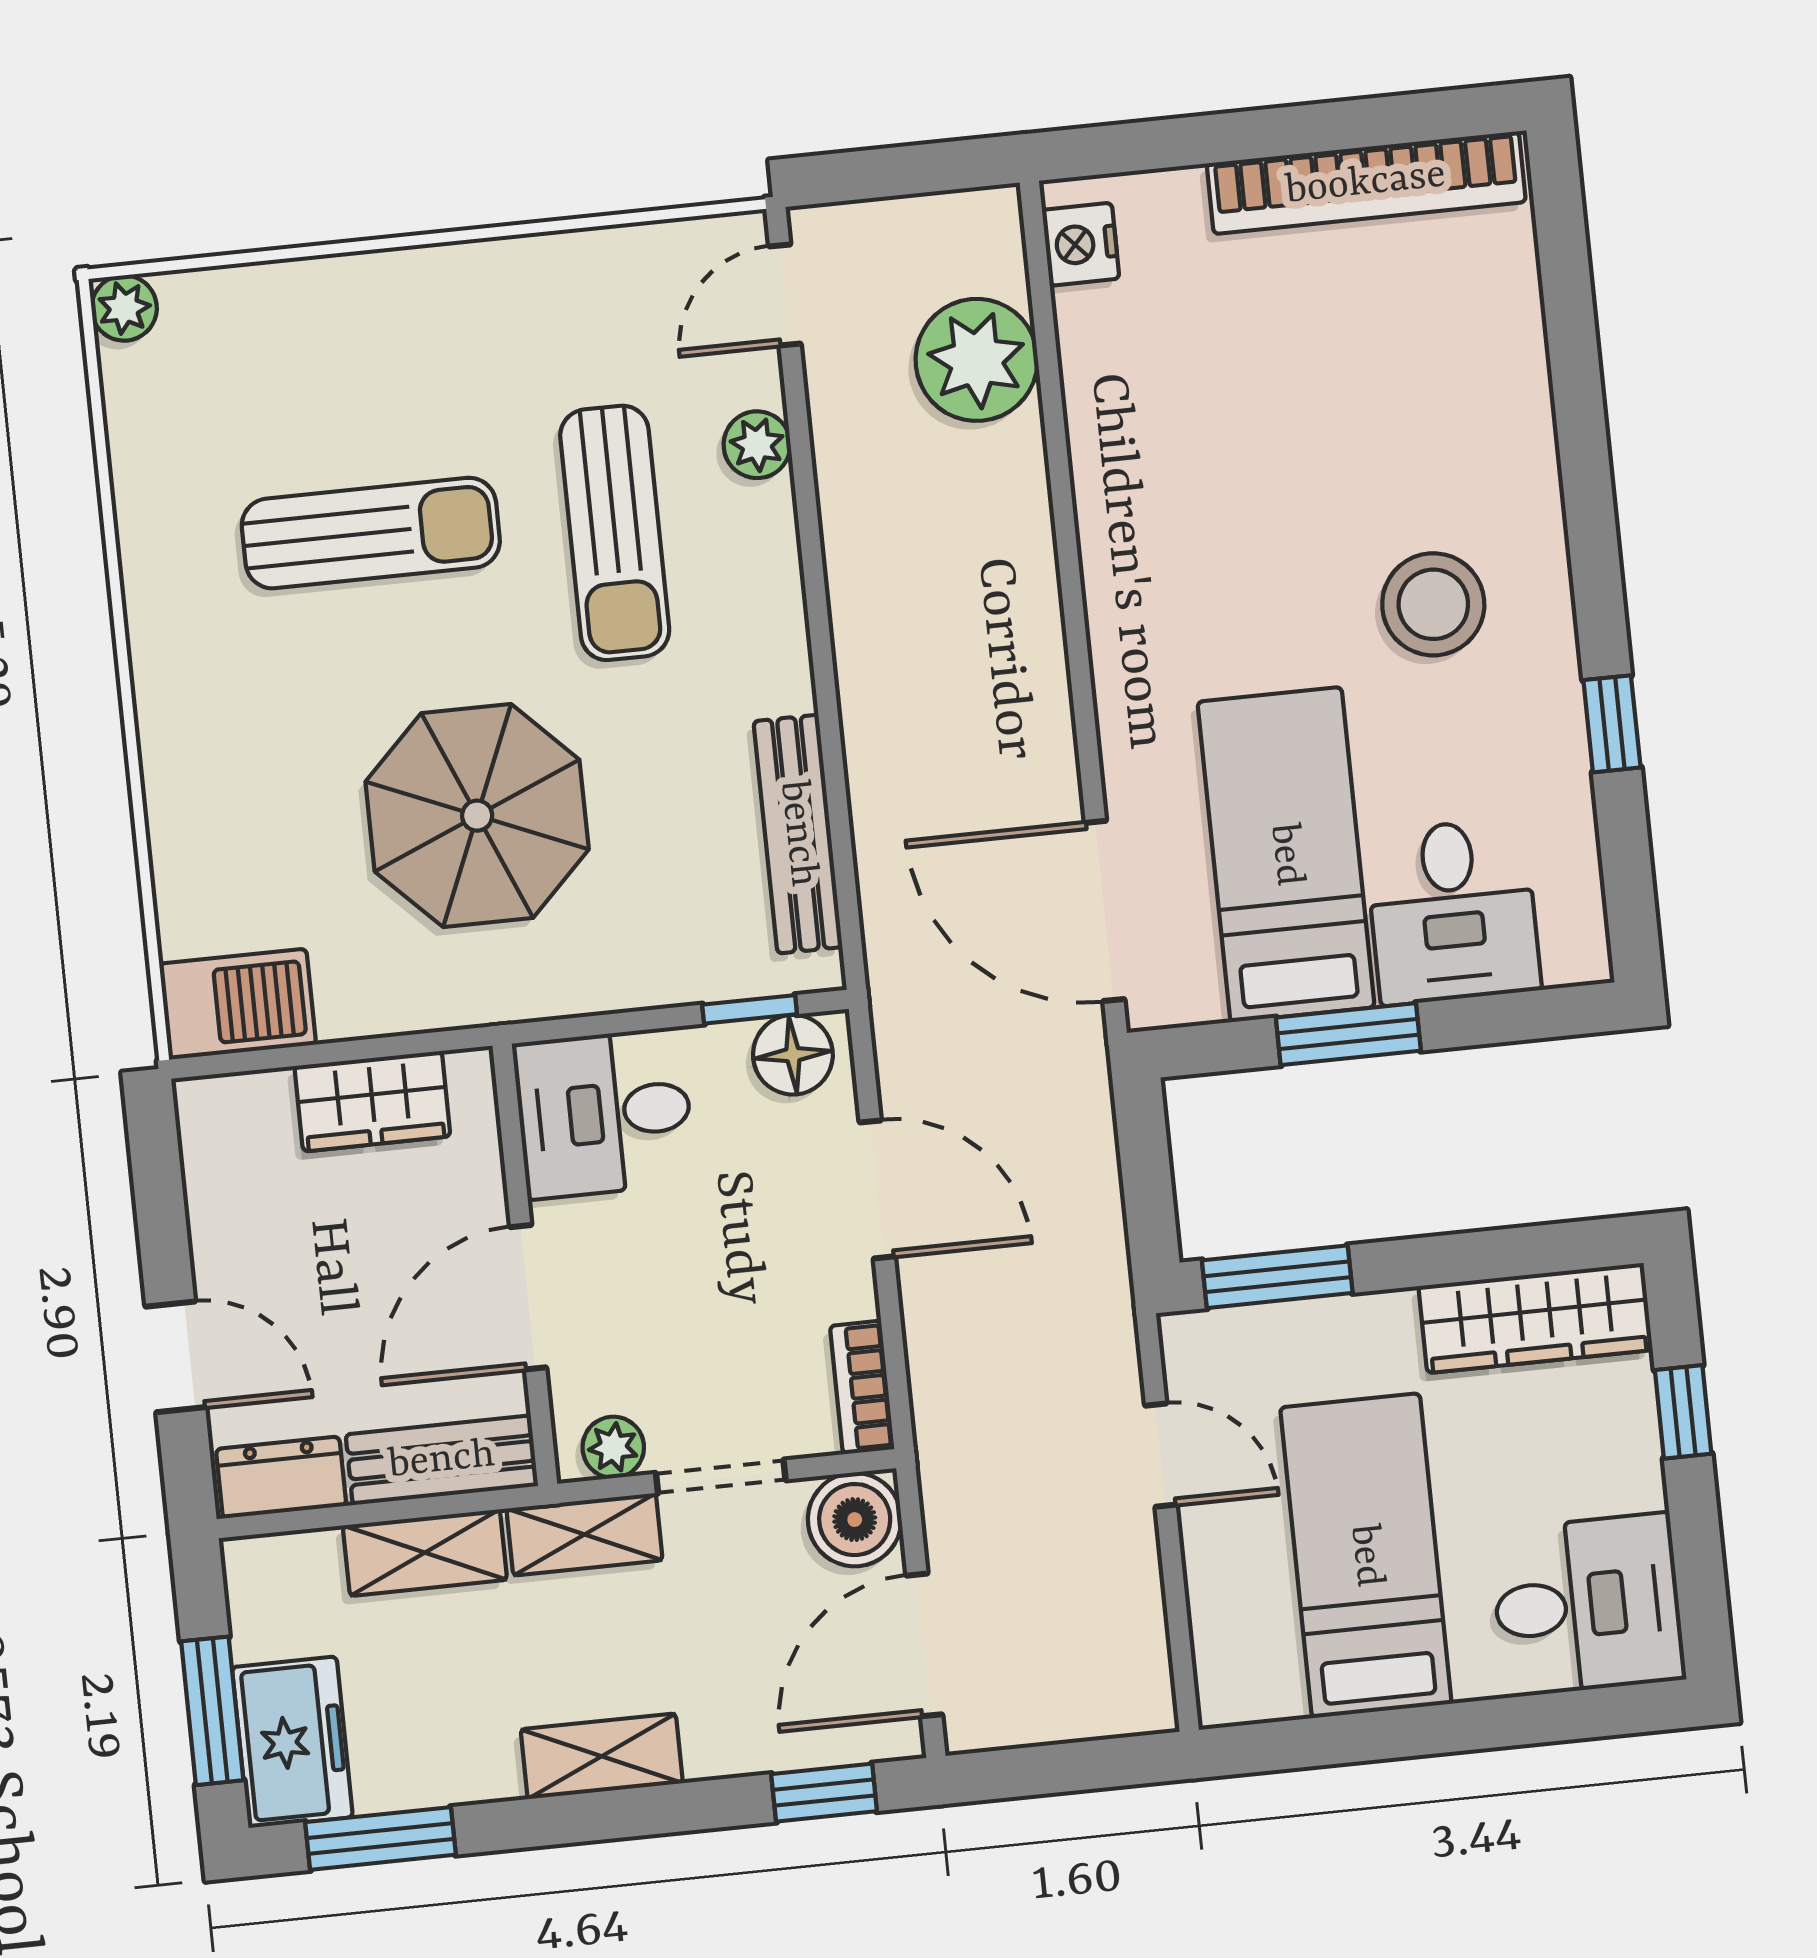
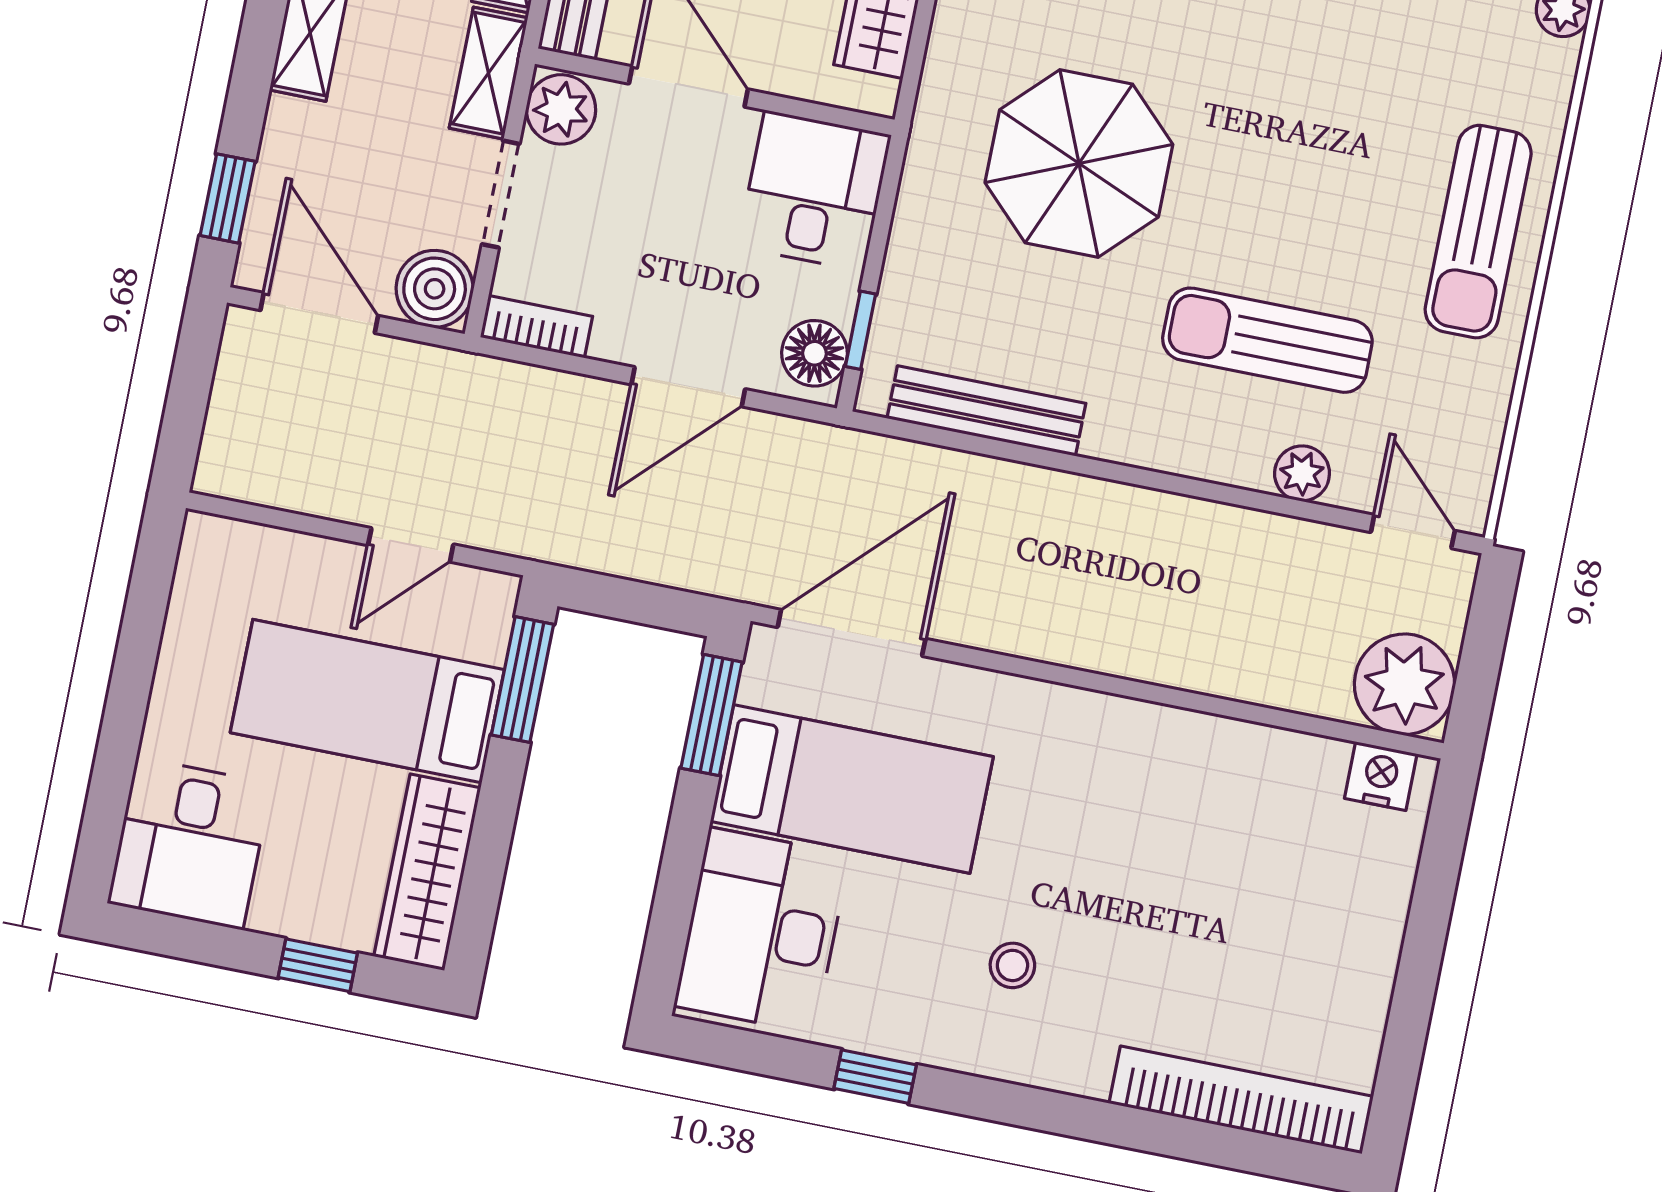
bookcase: (1366, 183) -> (1241, 1100), moved, turned 90
plant: (977, 360) -> (1405, 684), moved
sun lounger: (371, 533) -> (1478, 232), moved
stool: (1433, 604) -> (1012, 965), width x0.53, depth x0.53
desk: (1453, 911) -> (762, 930), width x1.37
window: (1348, 1034) -> (712, 715), moved
plant: (613, 1447) -> (561, 109), width x1.38, depth x1.38
bed: (1366, 1556) -> (367, 701), moved, turned 180

